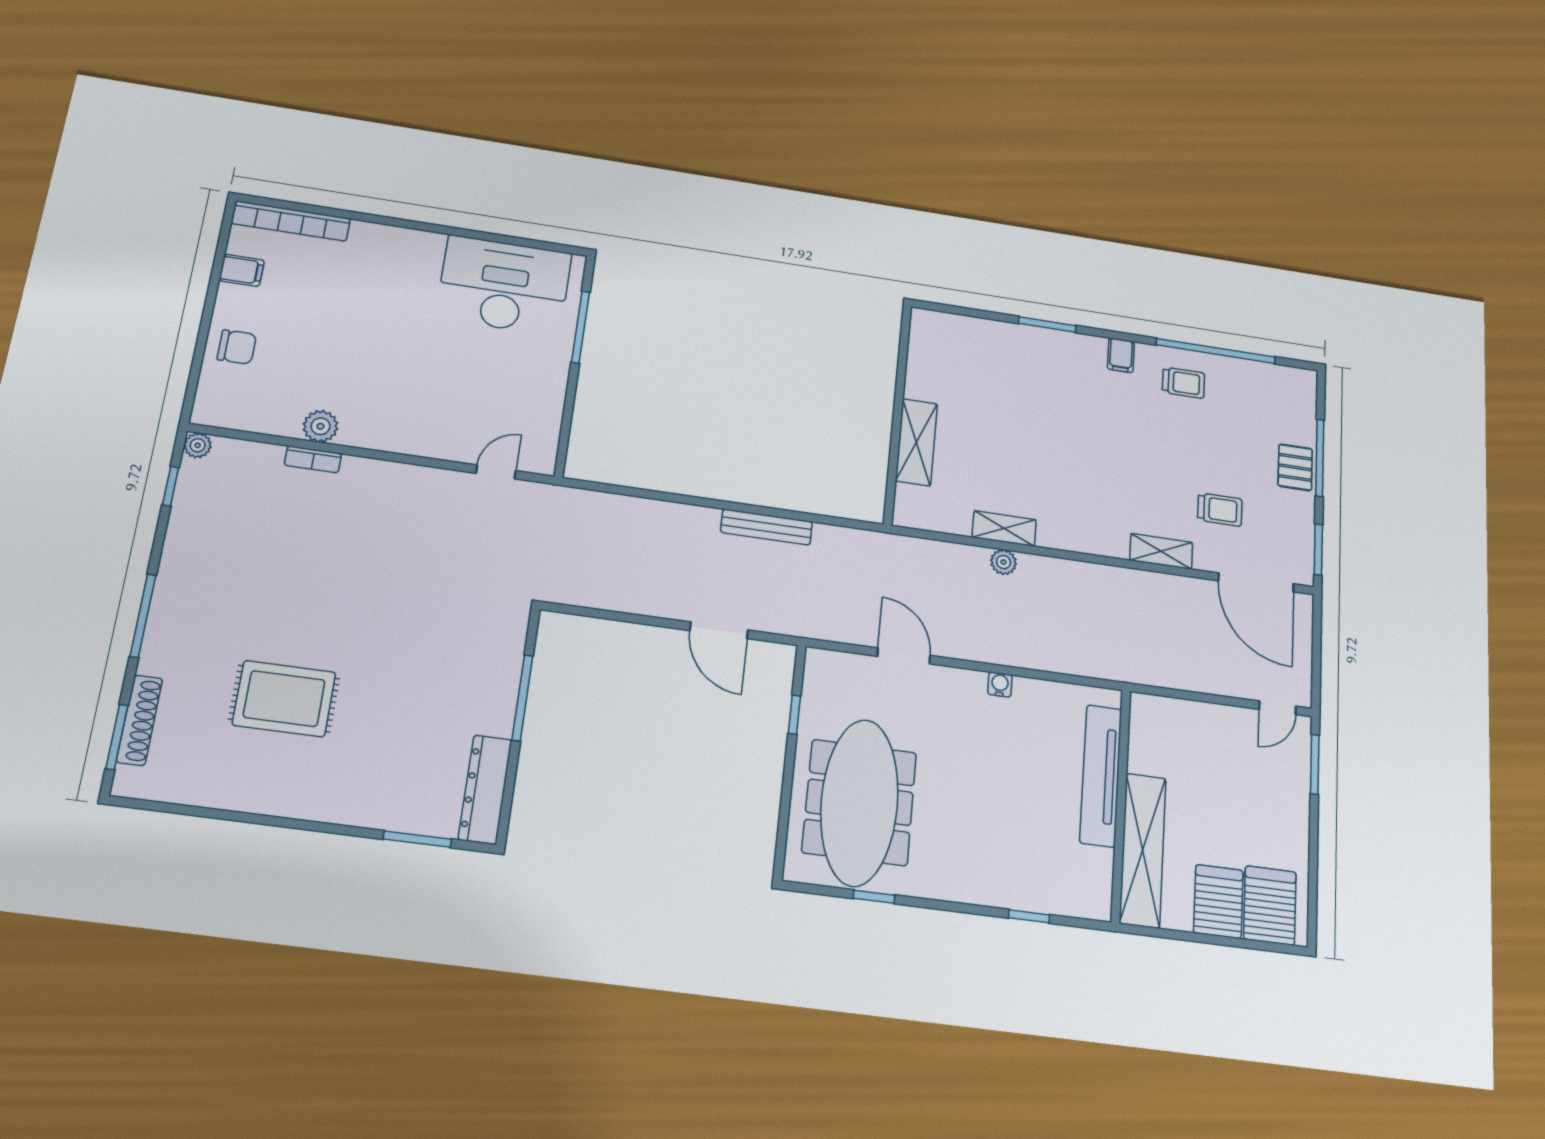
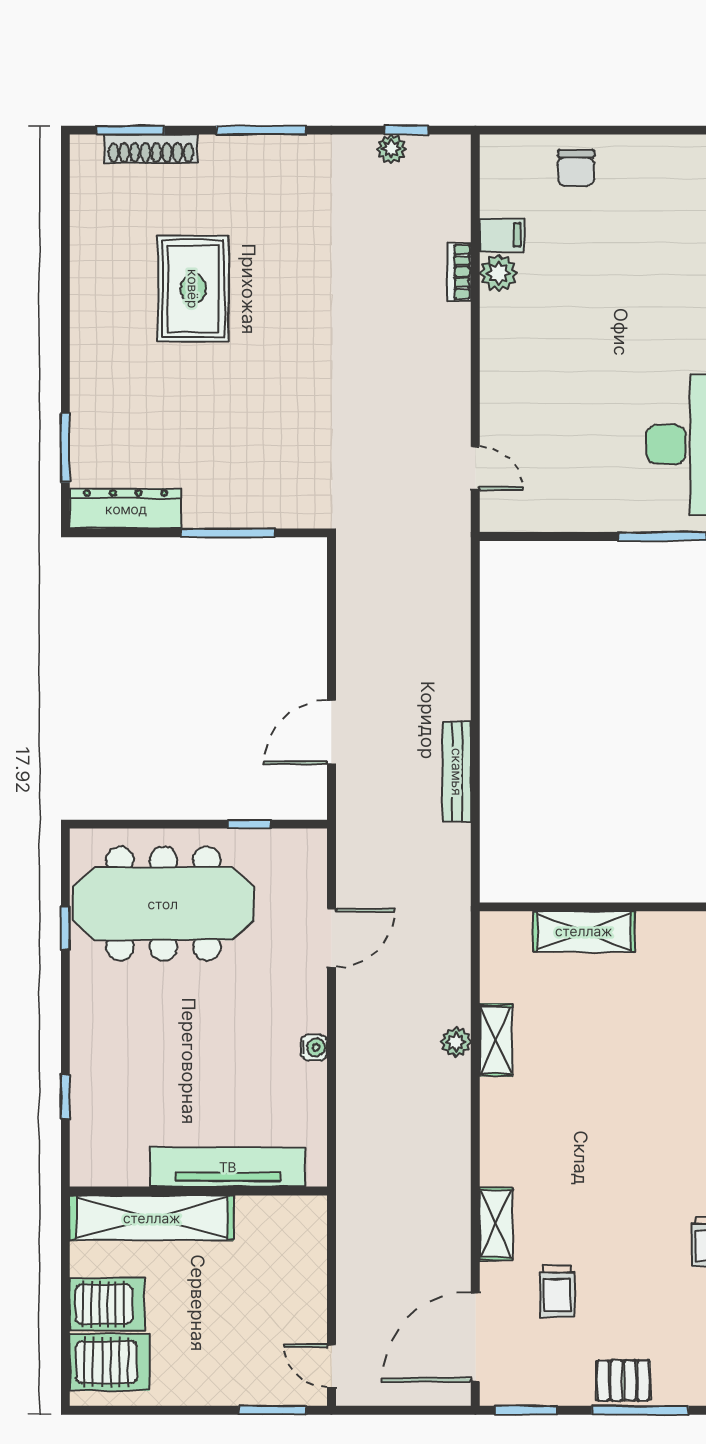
filing cabinet: (242, 270) -> (502, 235), moved, turned -90
plant: (198, 445) -> (391, 149), moved

